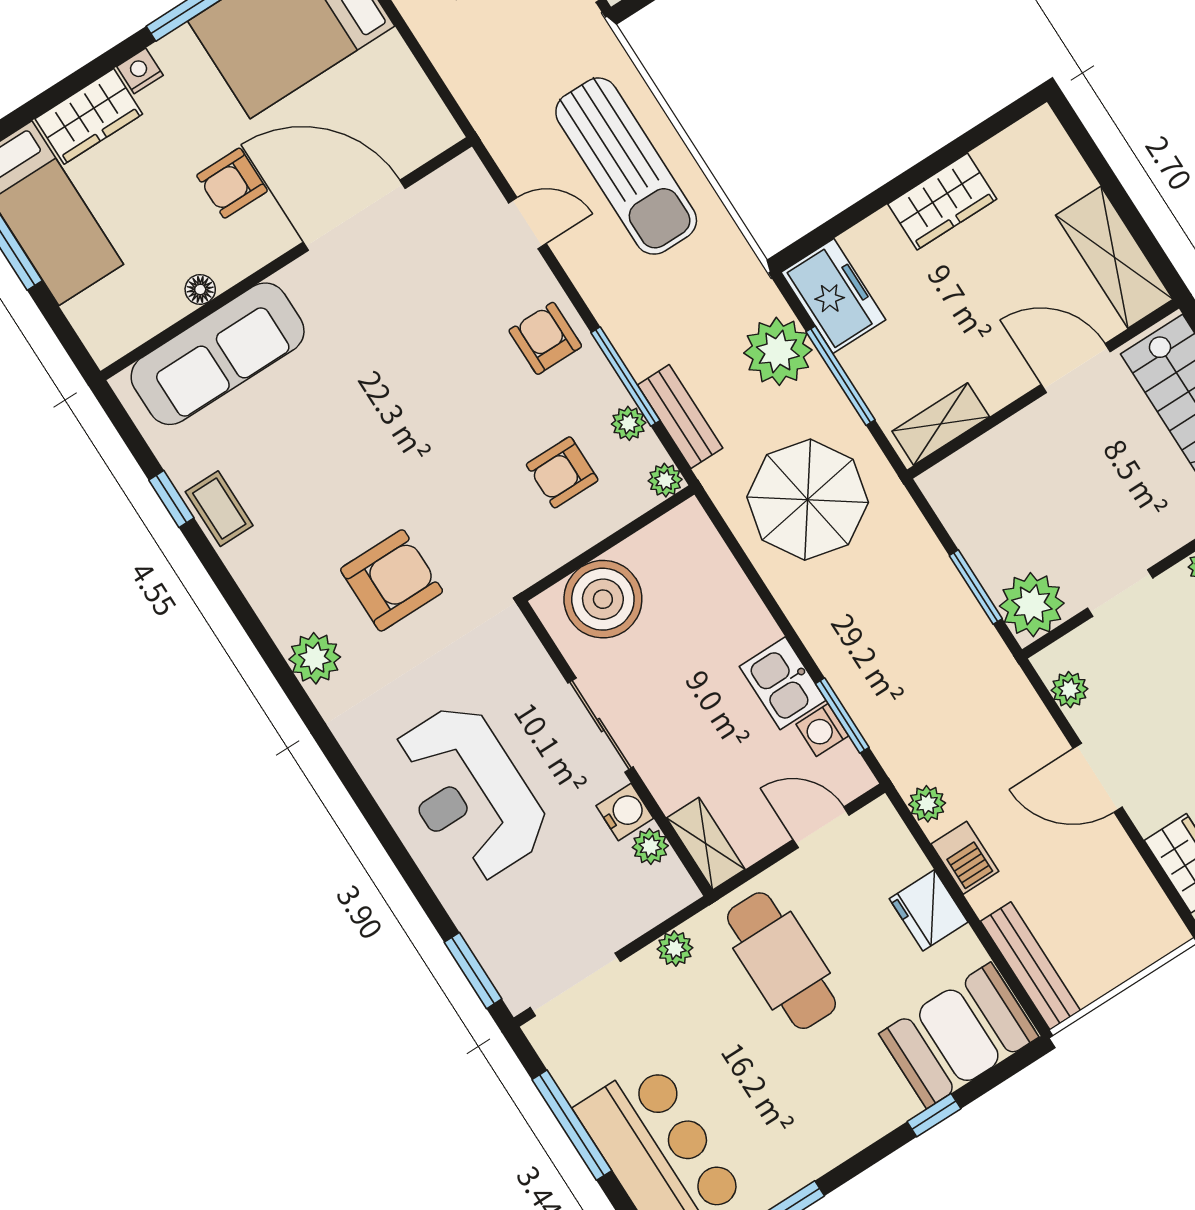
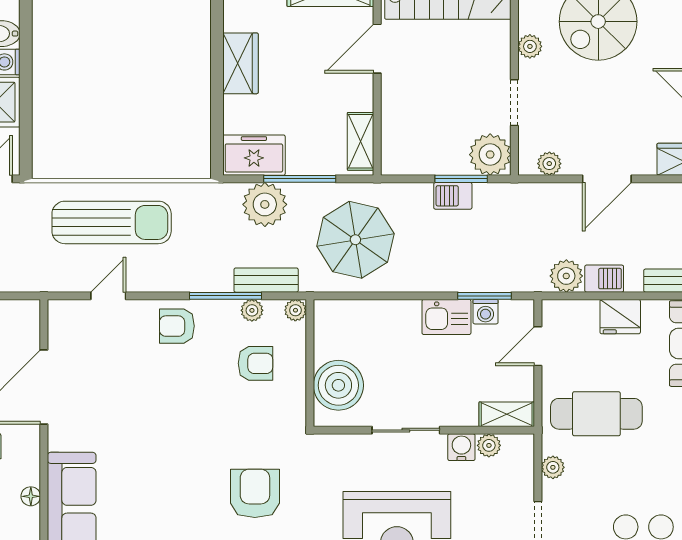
armchair: (562, 472) -> (255, 363), turned -90
barbecue: (947, 590) -> (453, 196), added
plant: (927, 804) -> (566, 276), width x1.38, depth x1.38

